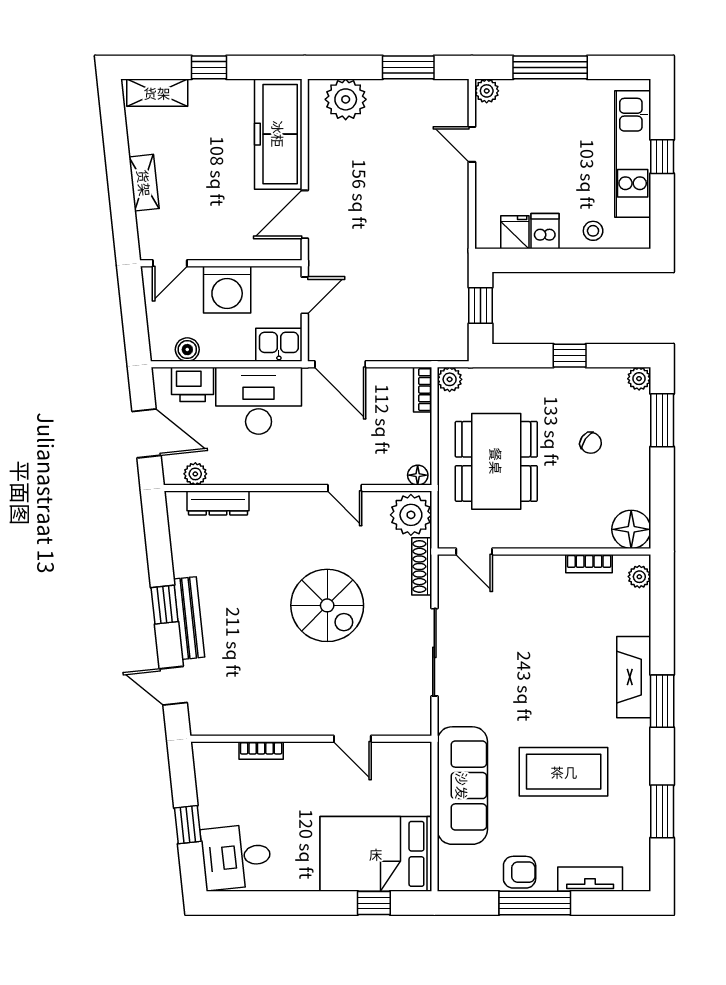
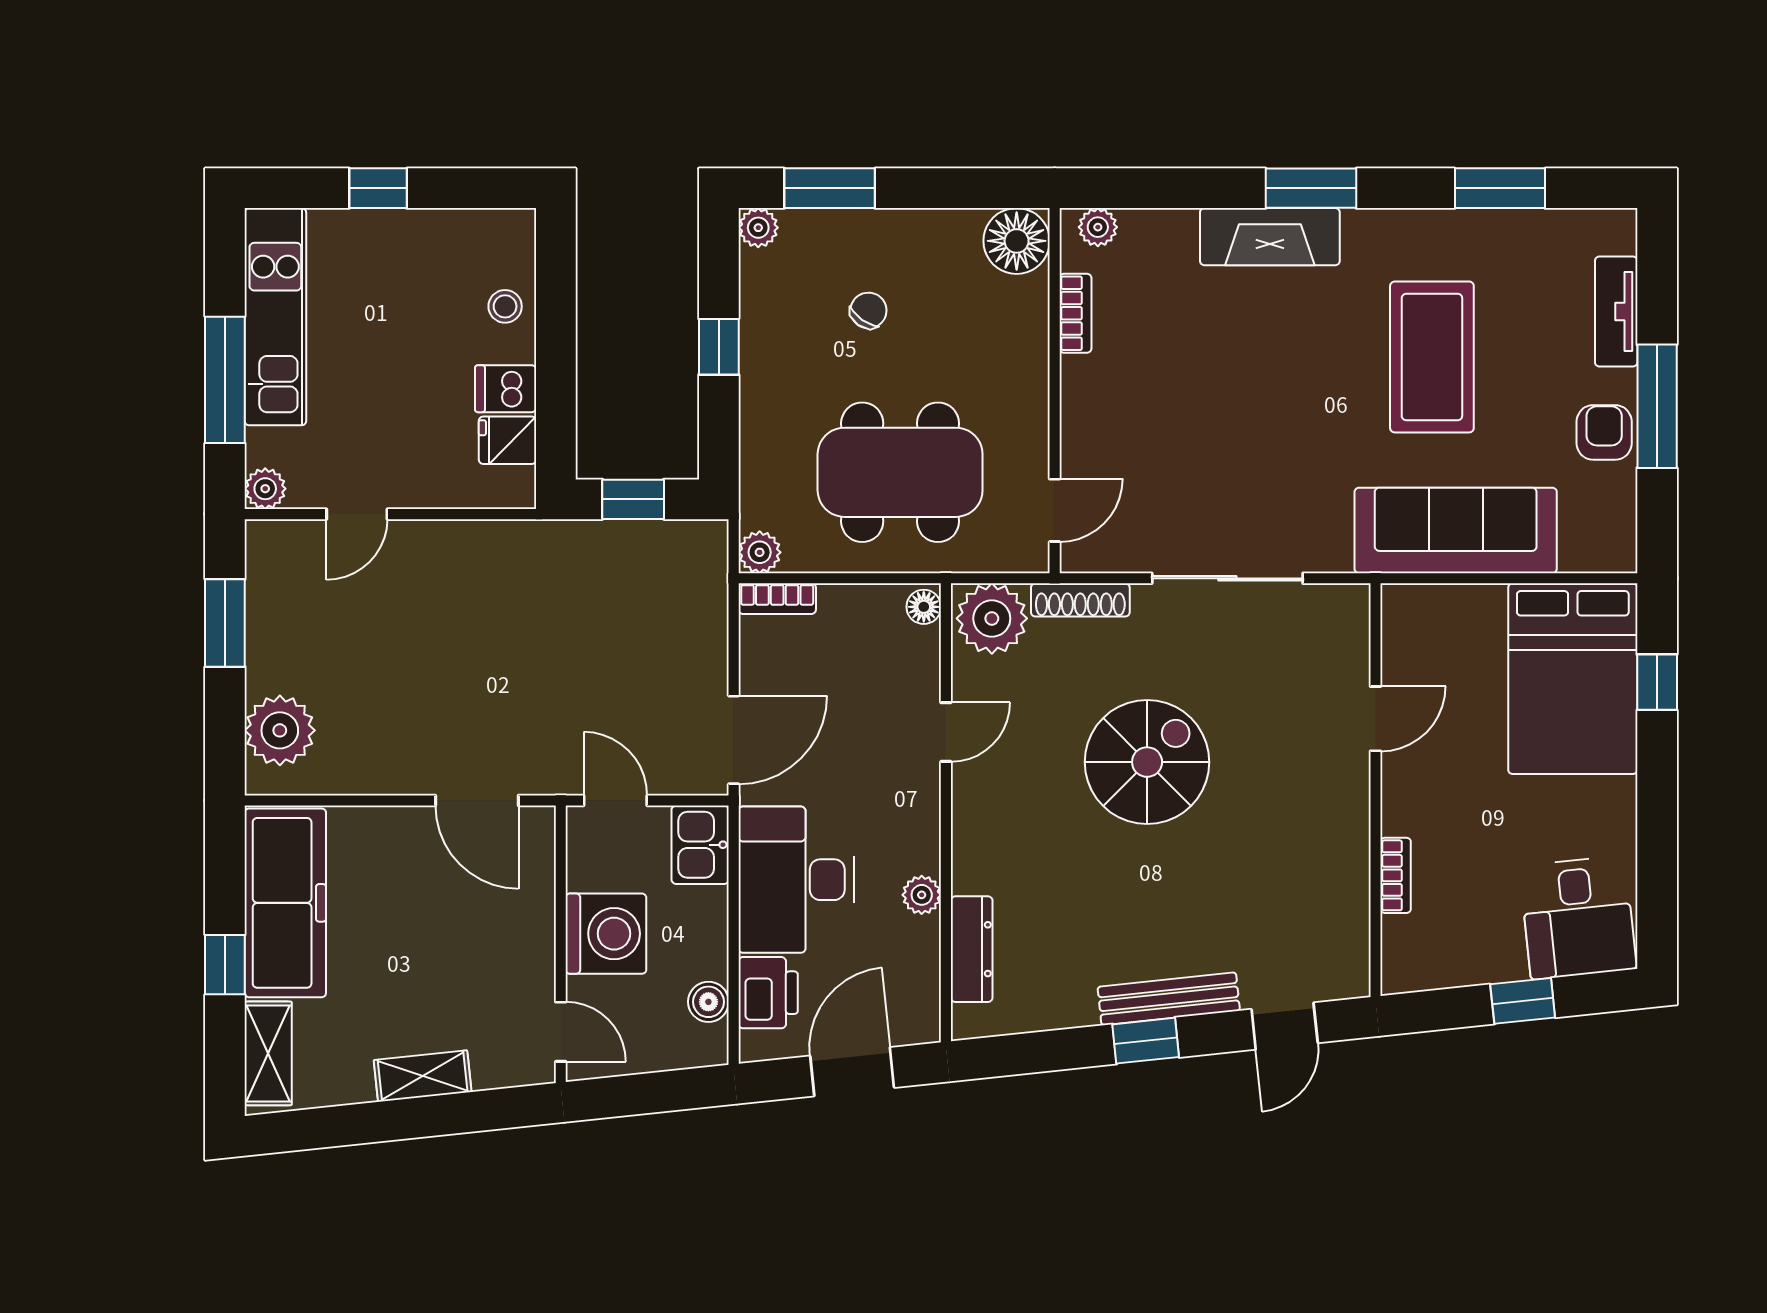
freezer: (278, 134) -> (285, 903), moved, turned -90
kitchen unit: (633, 154) -> (275, 317), moved, turned -90
plant: (195, 474) -> (922, 895), moved

